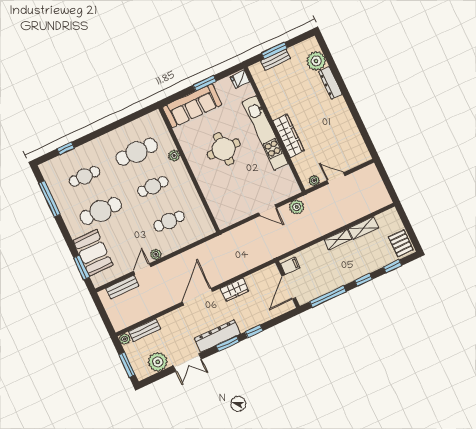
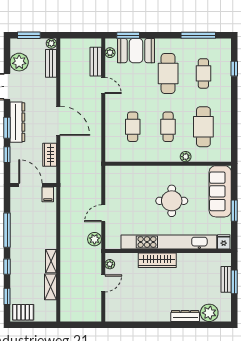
kitchen unit: (265, 133) -> (169, 242), width x1.36
plant: (156, 254) -> (110, 53), moved
filing cabinet: (290, 266) -> (48, 194), moved
wall: (288, 284) -> (33, 185), moved
door: (289, 287) -> (30, 185), moved

